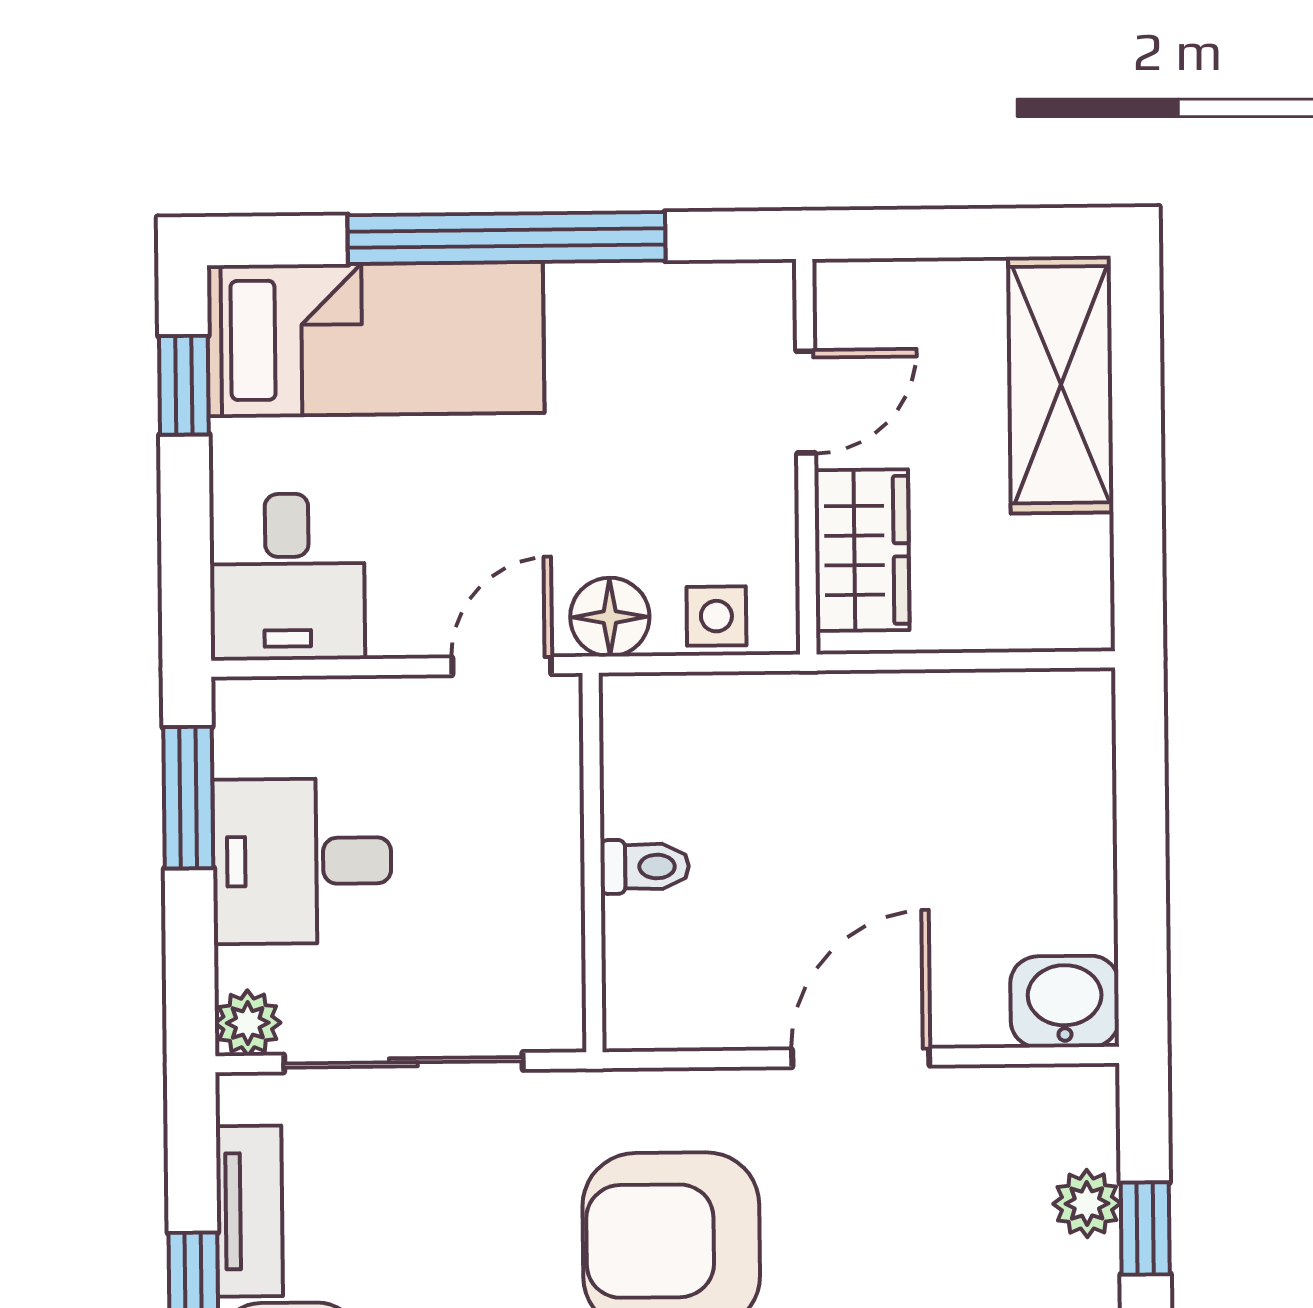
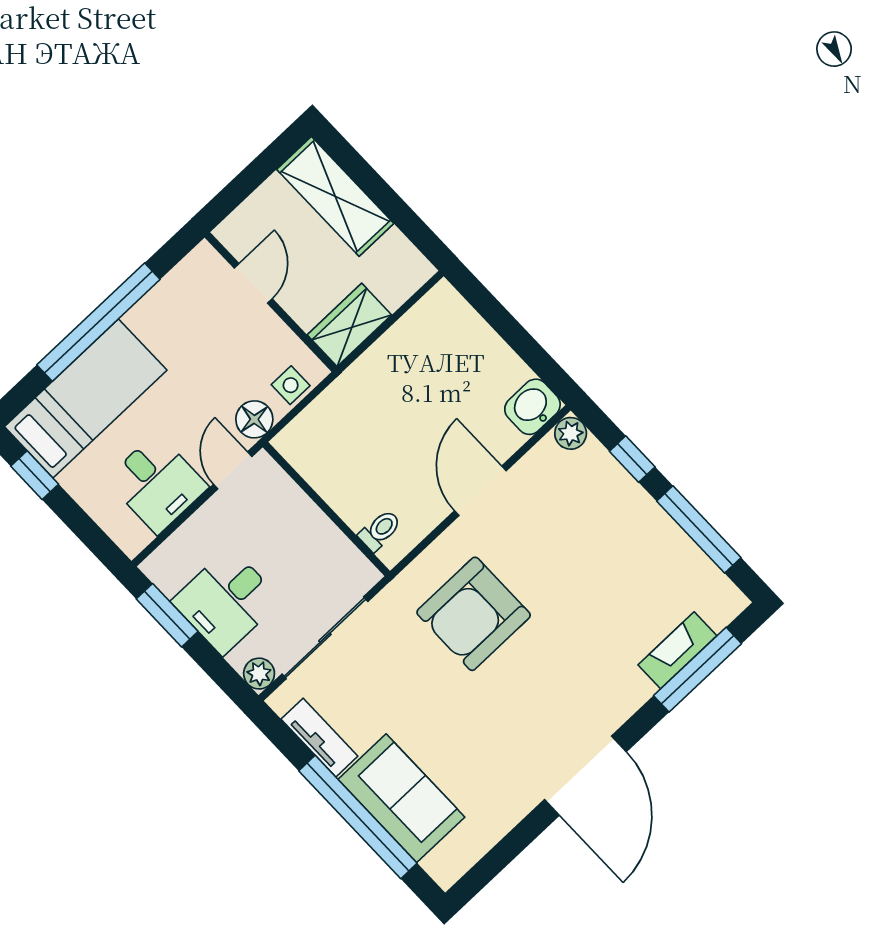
wardrobe: (862, 550) -> (349, 325), moved, turned -90
desk: (287, 577) -> (157, 483), moved
toilet: (645, 867) -> (380, 530), moved
plant: (1087, 1204) -> (571, 433), moved

